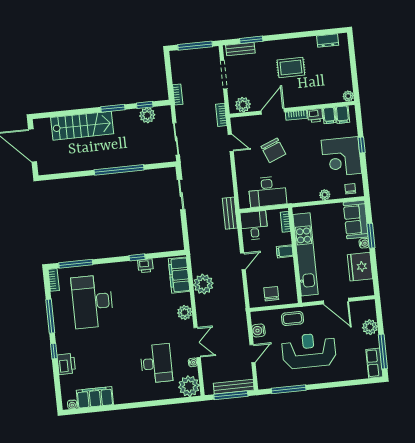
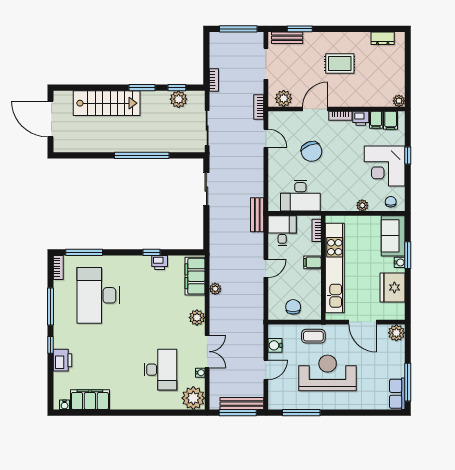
plant: (203, 284) -> (215, 289), width x0.53, depth x0.53
plant: (370, 327) -> (396, 333), moved

